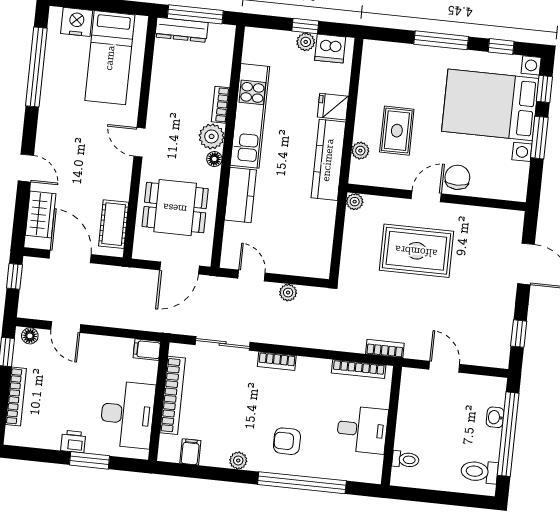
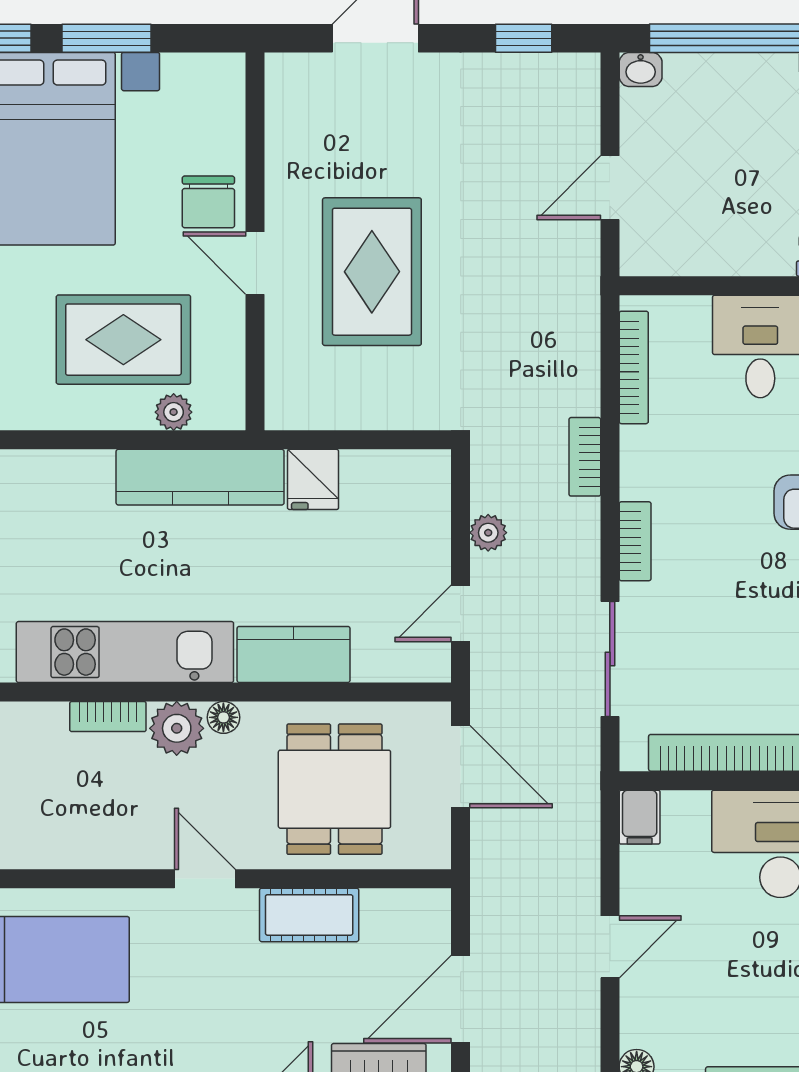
fridge: (333, 107) -> (313, 479), moved
rug: (397, 131) -> (123, 340), width x1.36, depth x1.43
door: (139, 142) -> (205, 879), swing flipped
chair: (457, 177) -> (208, 202), turned -90
plant: (355, 202) -> (282, 413), removed
cot: (114, 224) -> (309, 915), moved
door: (66, 327) -> (610, 947), moved
bookcase: (385, 349) -> (585, 457), moved
washbasin: (495, 417) -> (641, 69), moved

